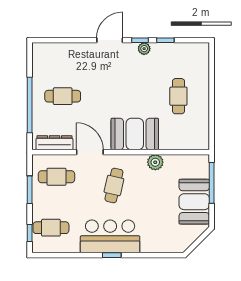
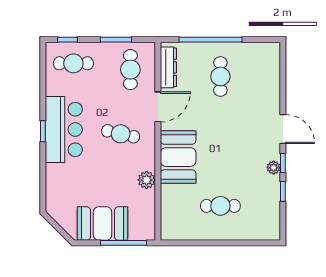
cafe table: (51, 228) -> (73, 63), turned 90

